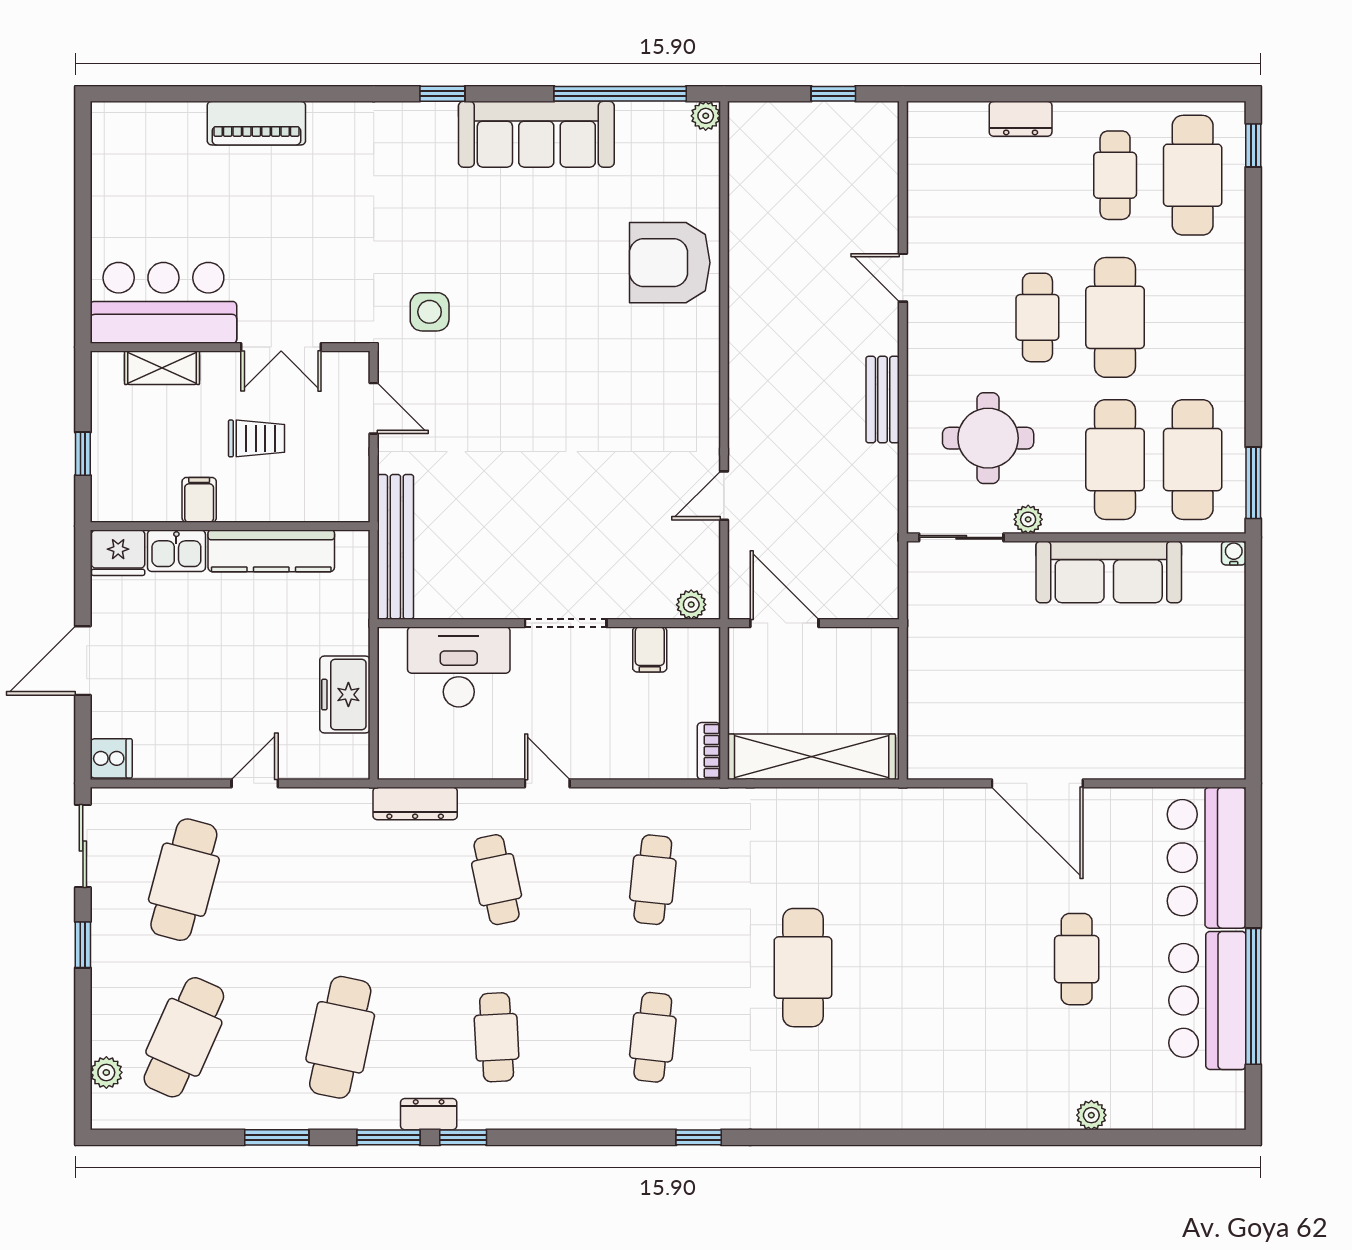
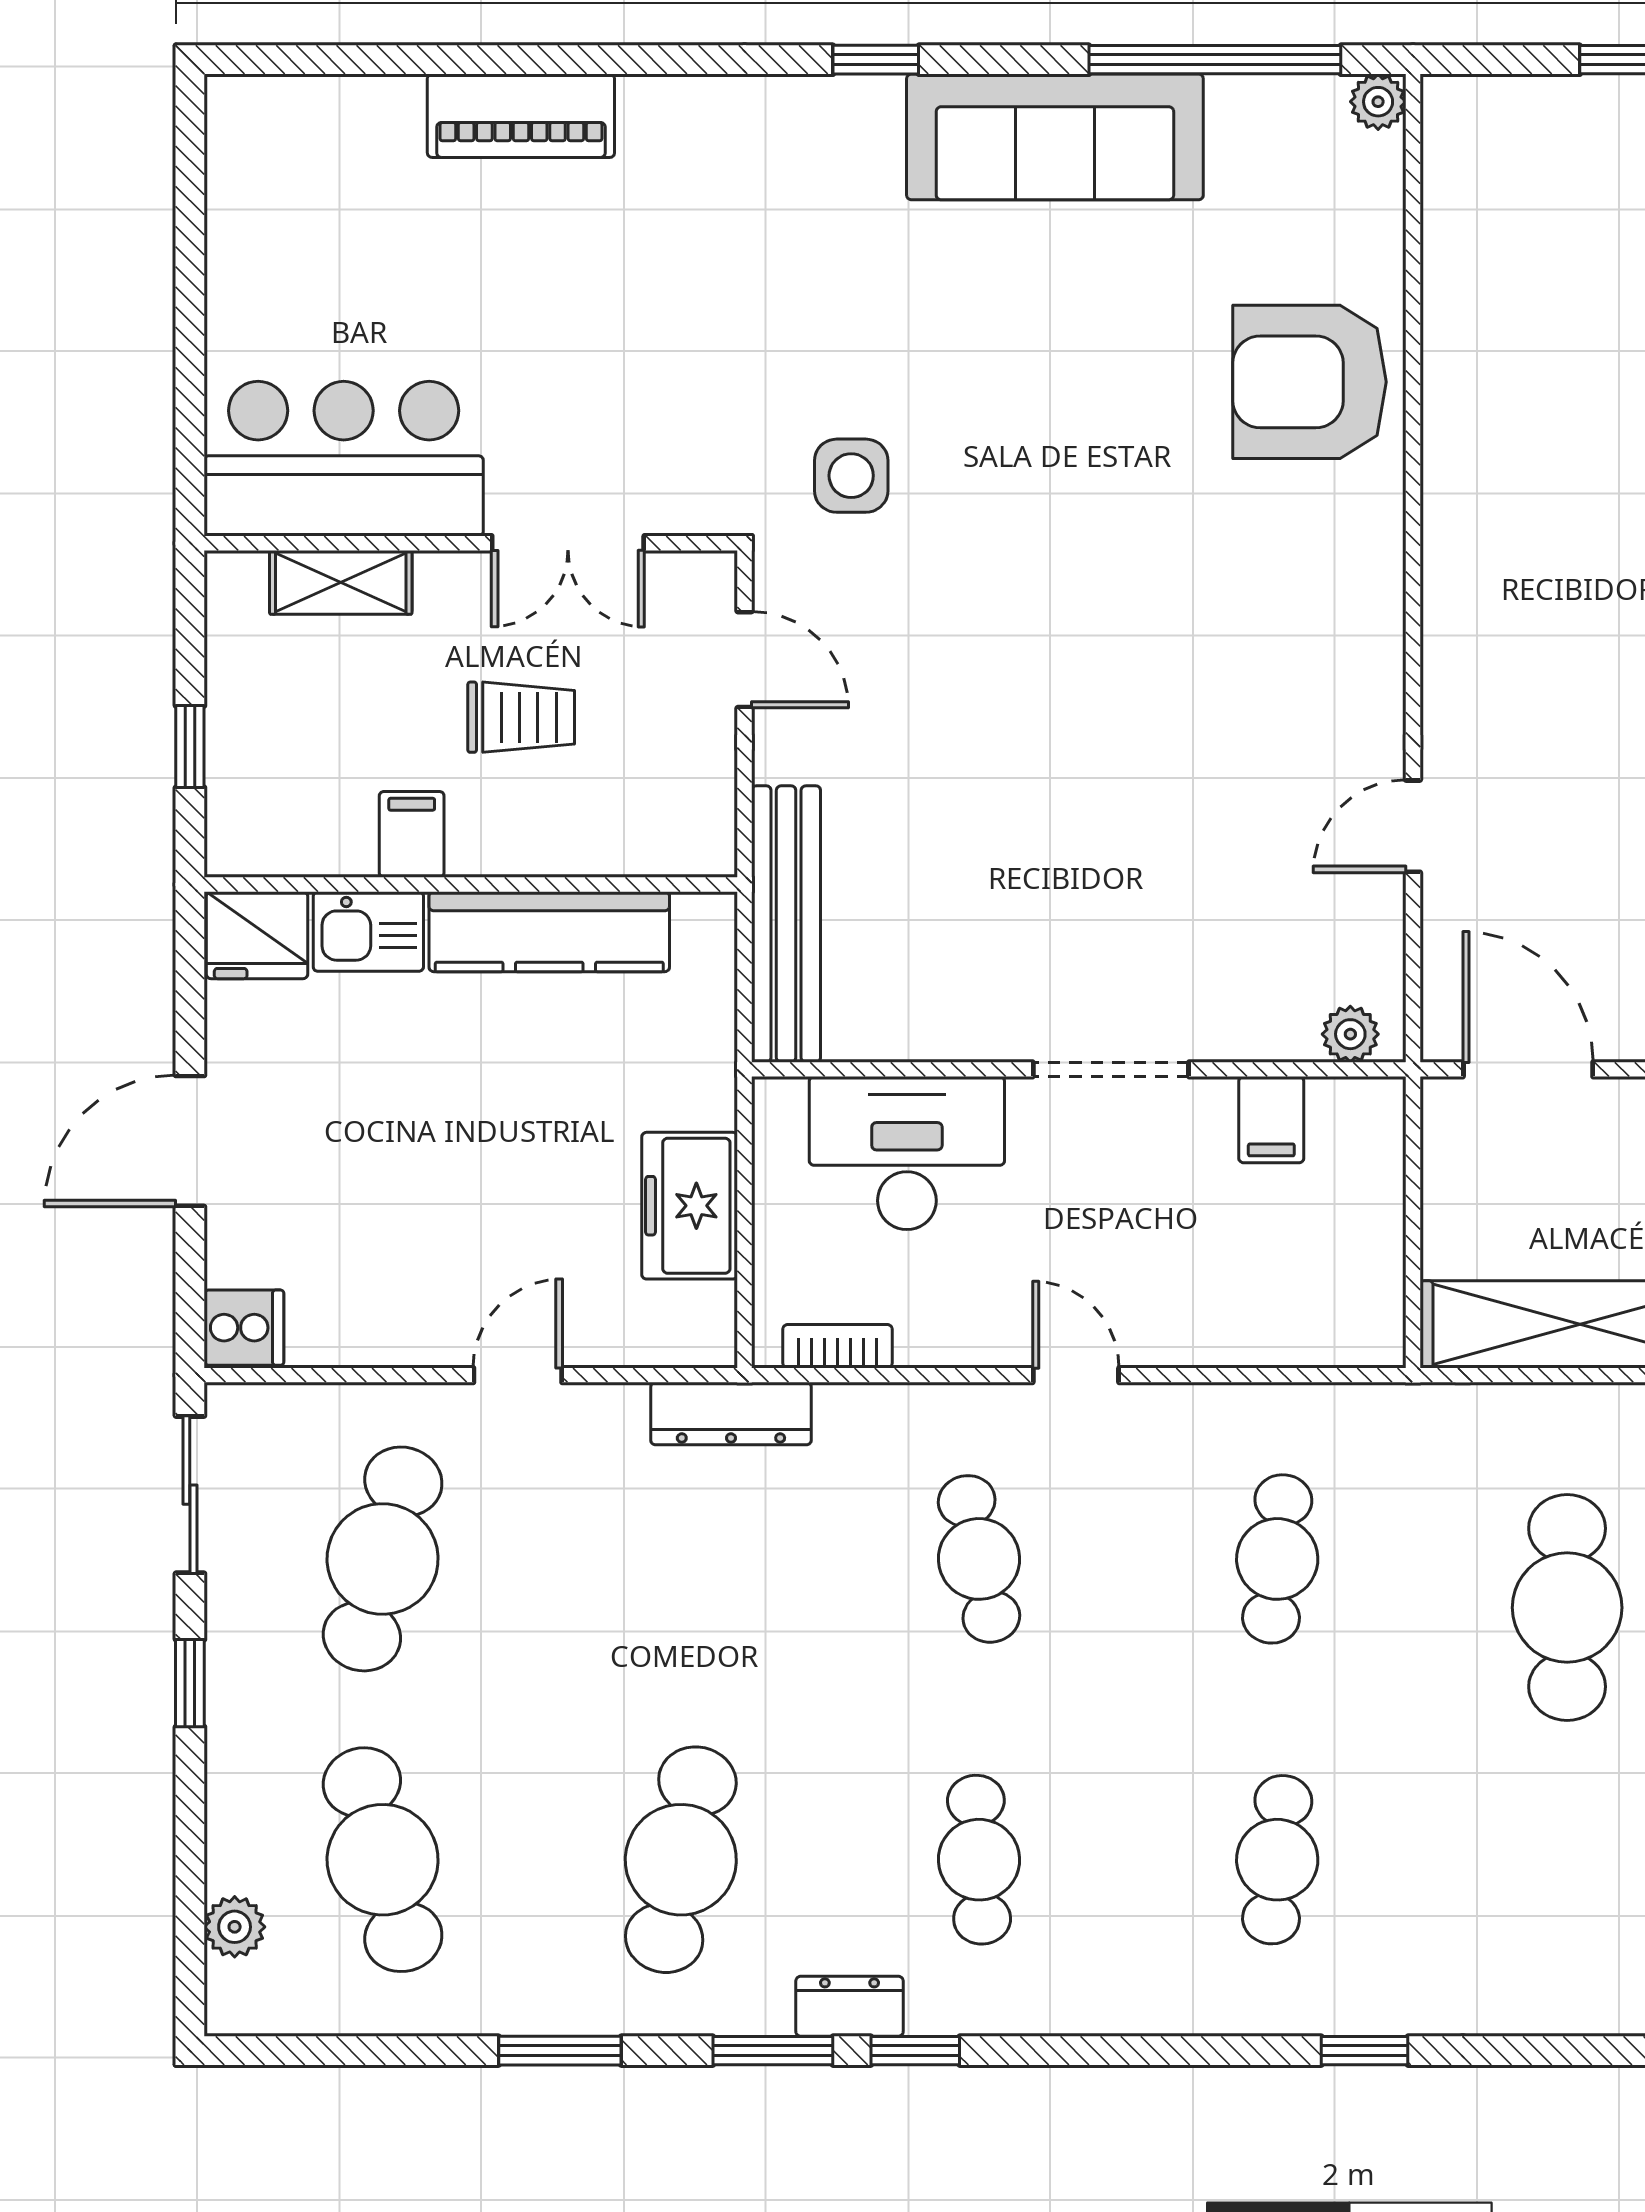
bookcase: (709, 751) -> (838, 1346), moved, turned 90
dresser: (415, 803) -> (731, 1414), moved
cafe table: (803, 968) -> (1567, 1608), moved
cafe table: (184, 1037) -> (383, 1860), turned -39

